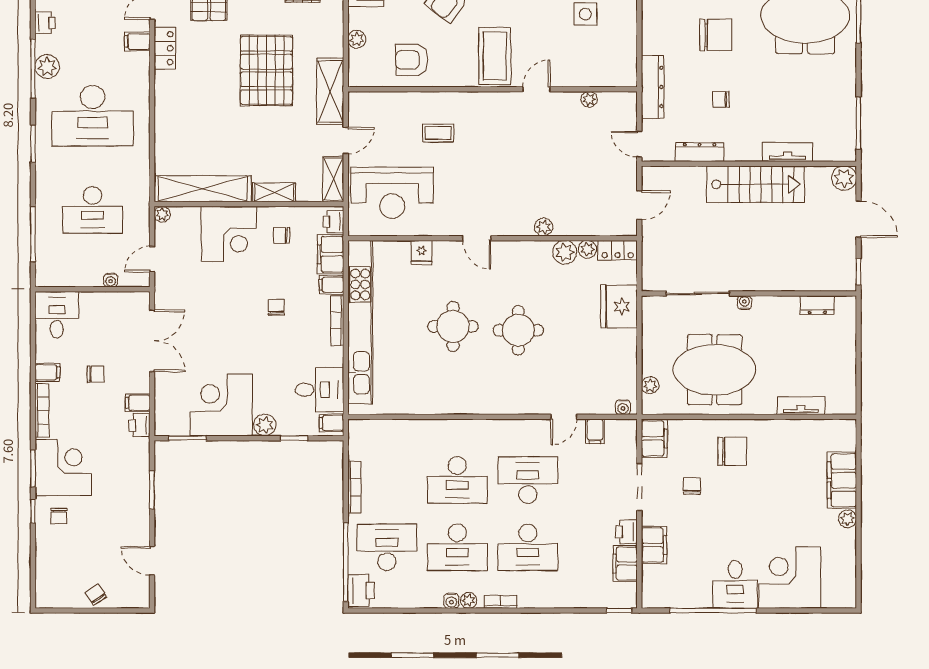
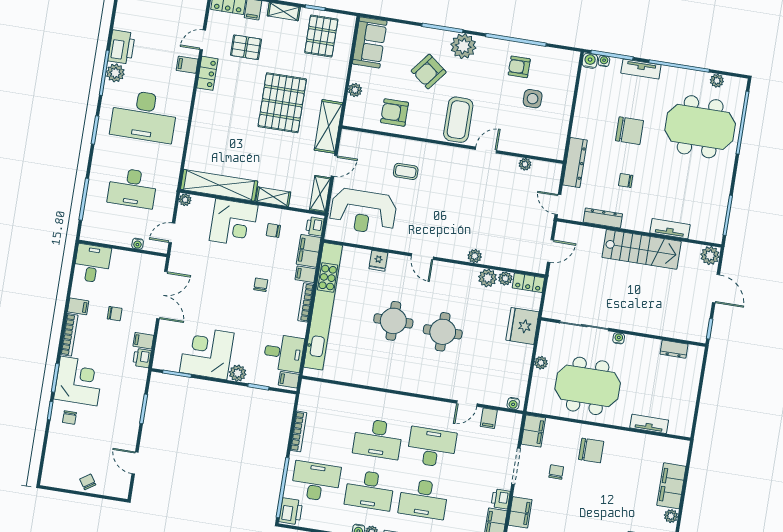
printer: (45, 23) -> (122, 47), width x1.87, depth x1.48
plant: (650, 385) -> (541, 363), moved

